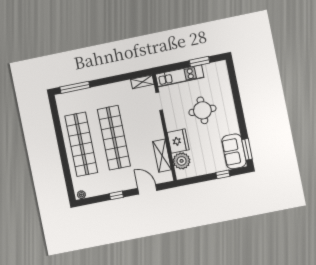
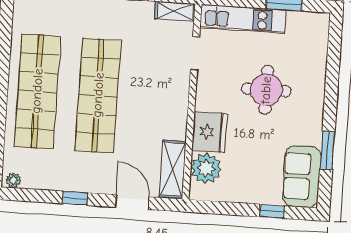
window: (247, 149) -> (327, 150), moved
shelving: (162, 156) -> (173, 169), moved

